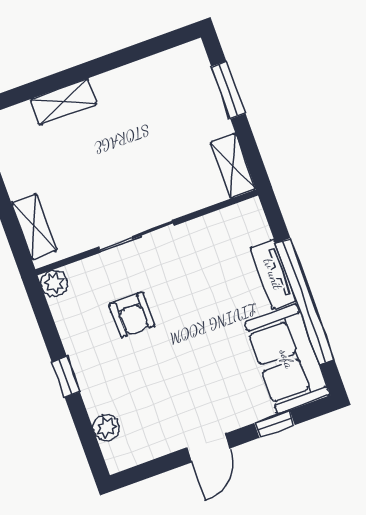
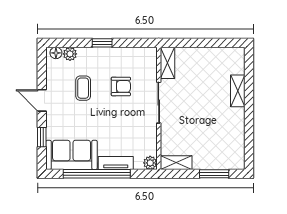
shelving: (34, 227) -> (167, 63), moved, turned 90
plant: (54, 283) -> (150, 163), moved
armchair: (132, 315) -> (121, 86), turned 180
coffee table: (160, 382) -> (83, 88), added
floor lamp: (114, 453) -> (56, 53), added

